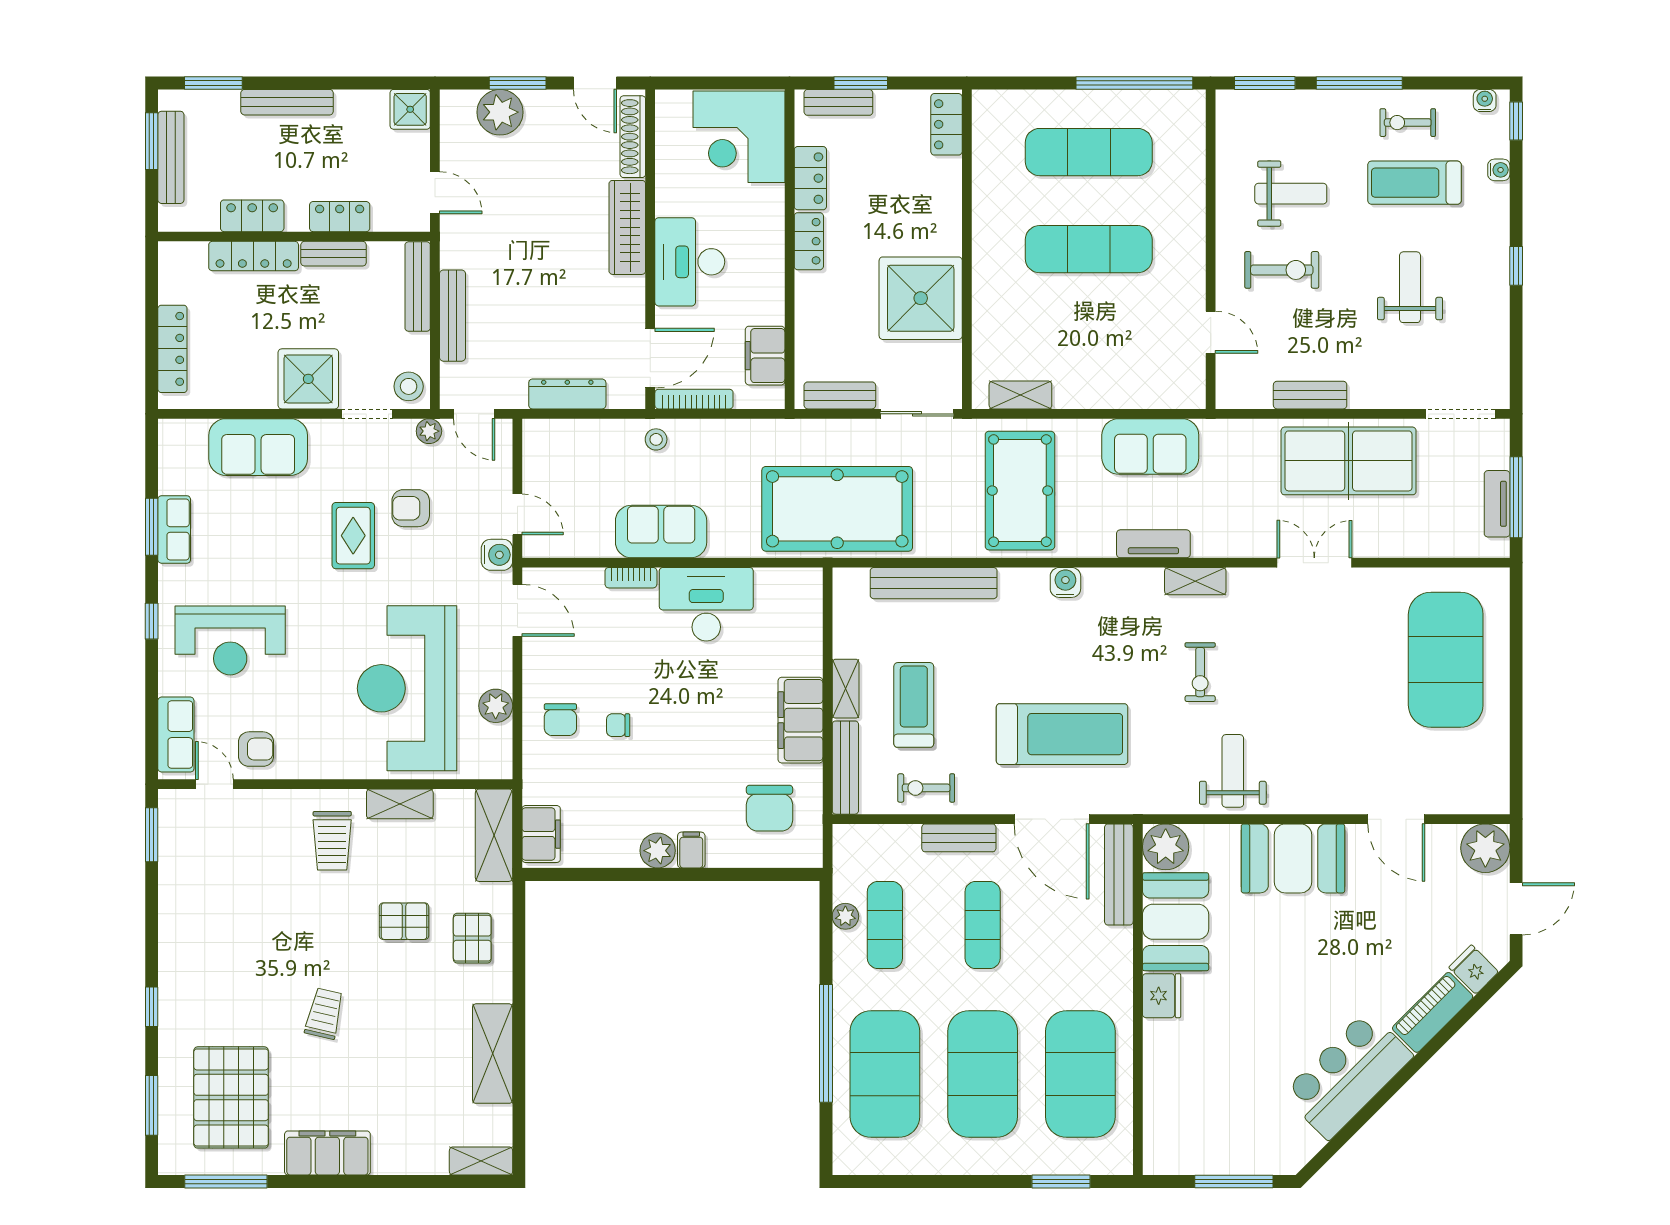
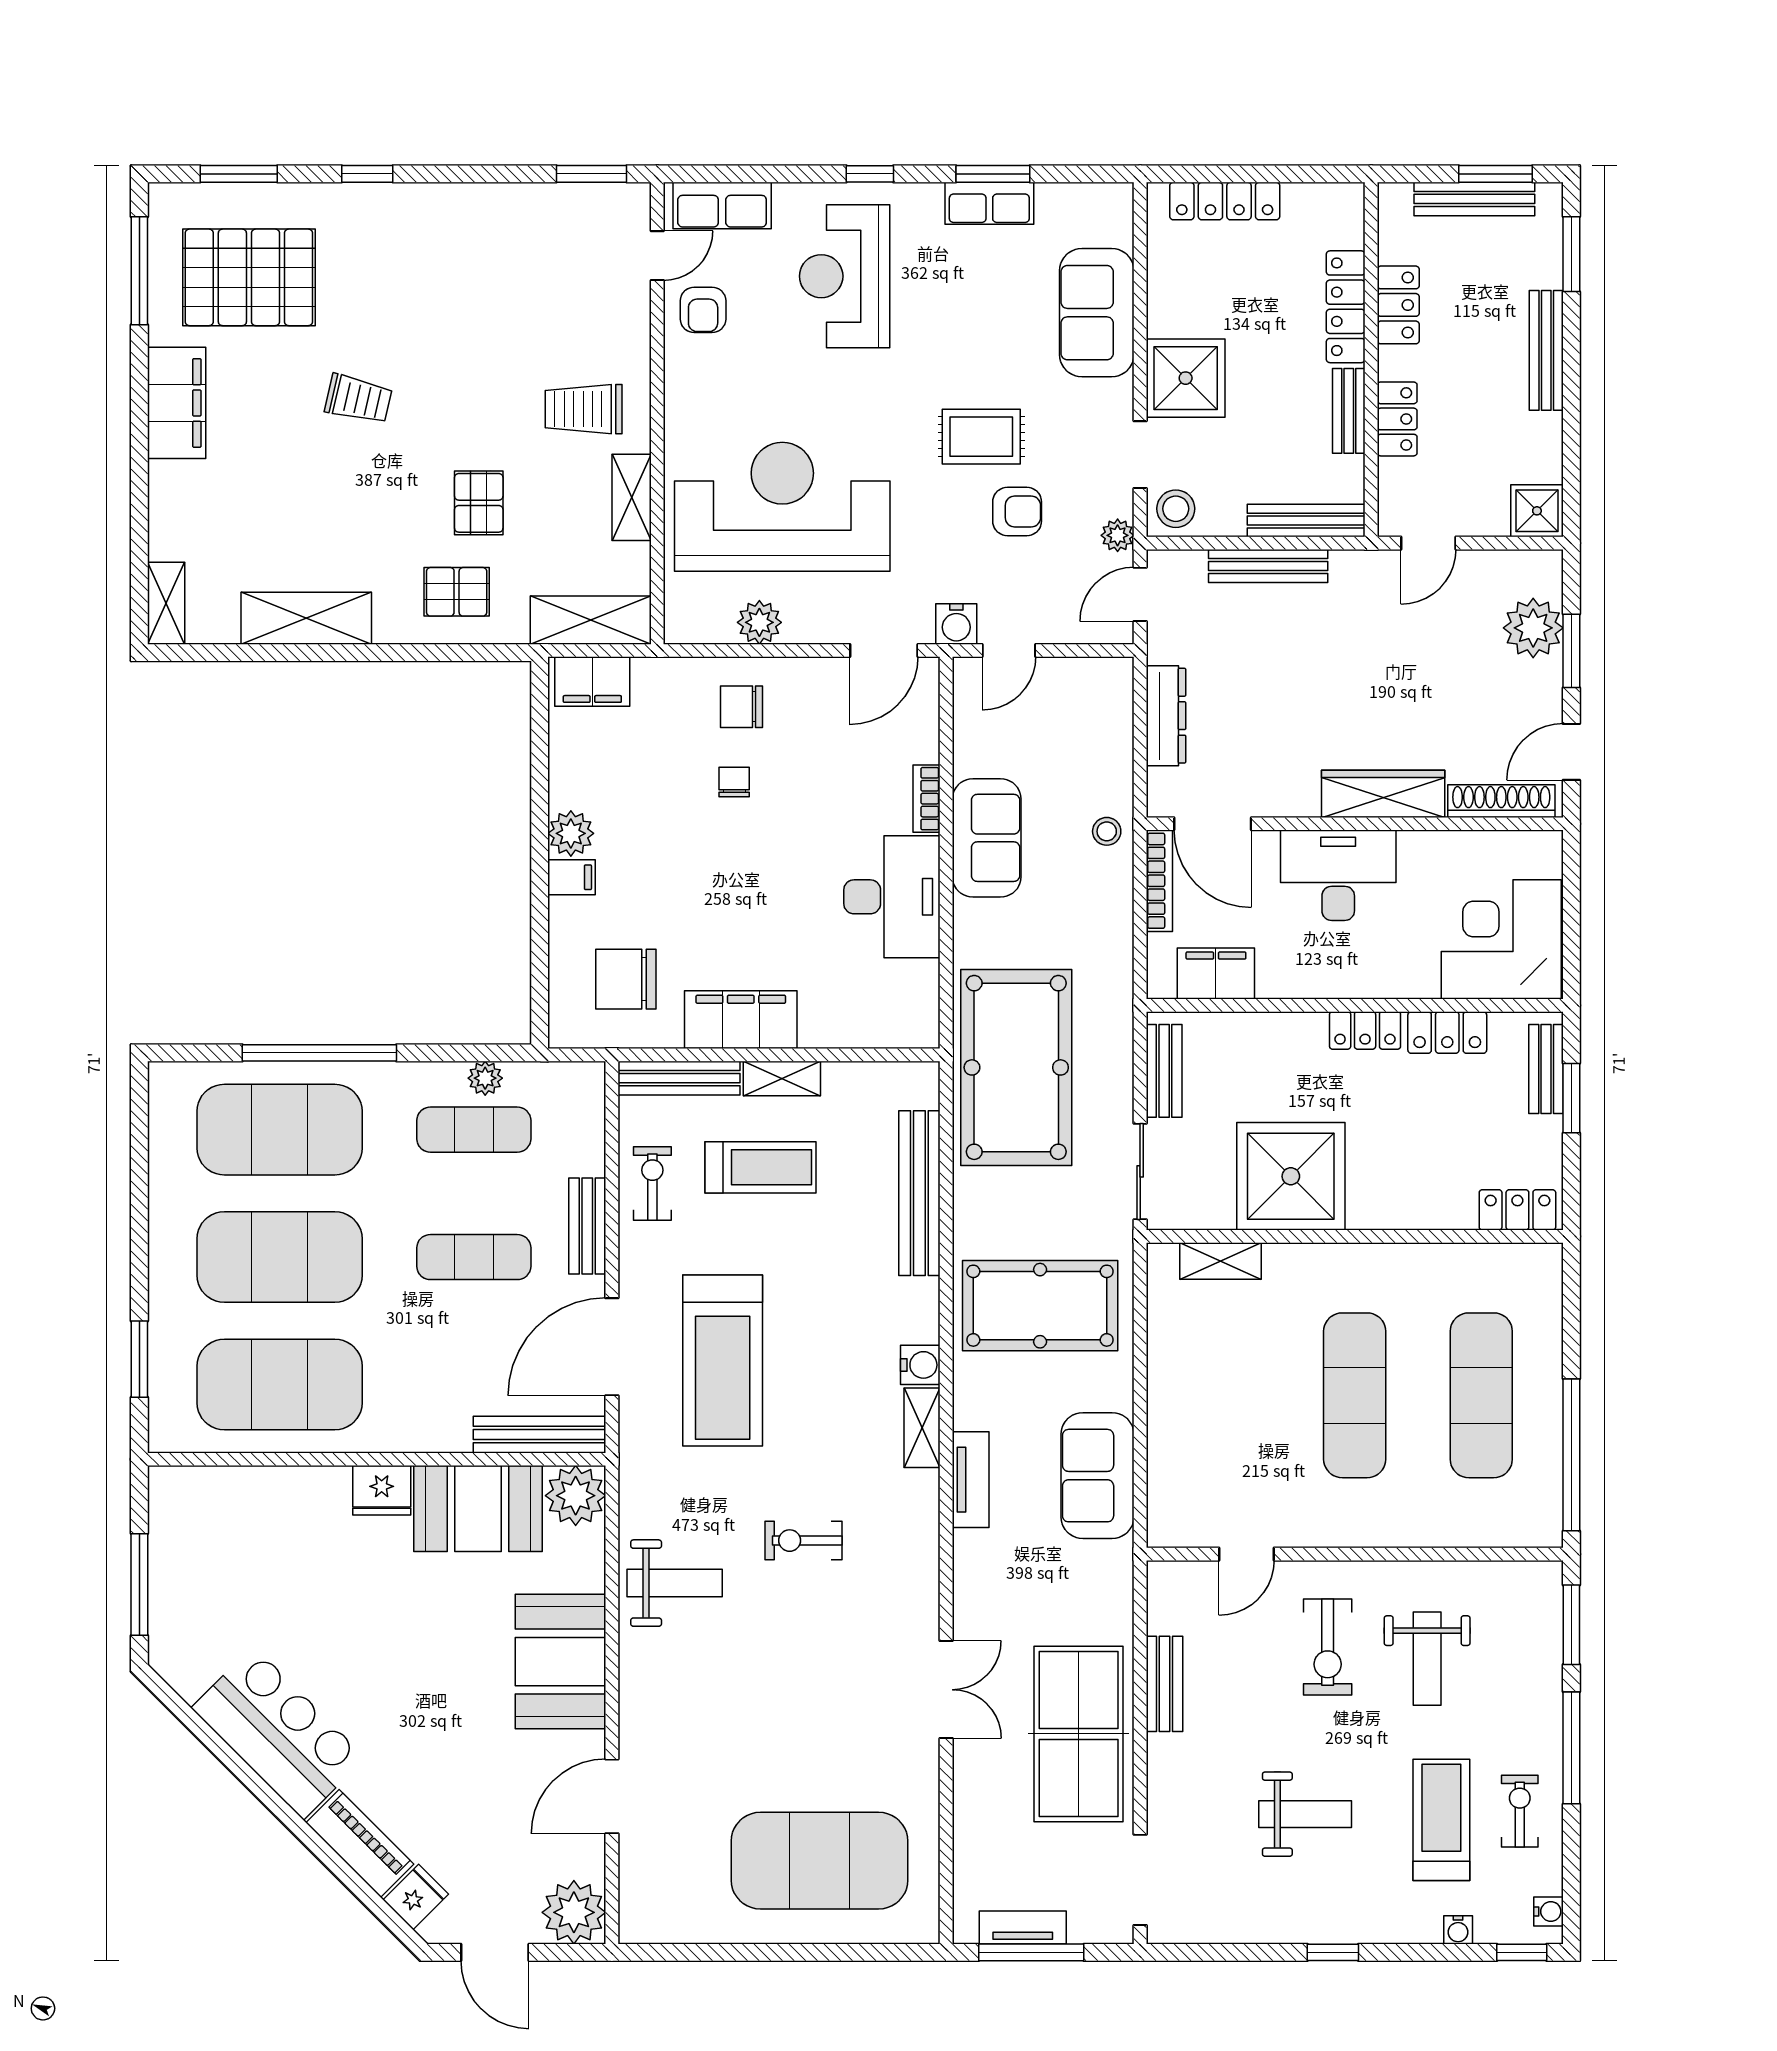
shelving: (1020, 395) -> (1220, 1261), moved, turned 90
armchair: (411, 508) -> (1017, 511), turned 90
shelving: (1195, 581) -> (922, 1428), moved

